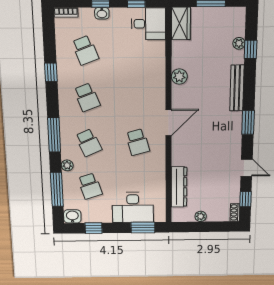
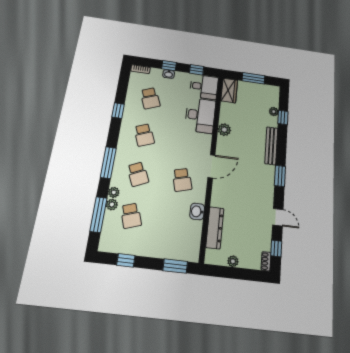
plant: (68, 178) -> (112, 205), added
desk: (133, 207) -> (200, 115), moved, turned -90
washbasin: (72, 216) -> (197, 211), moved, turned -90

